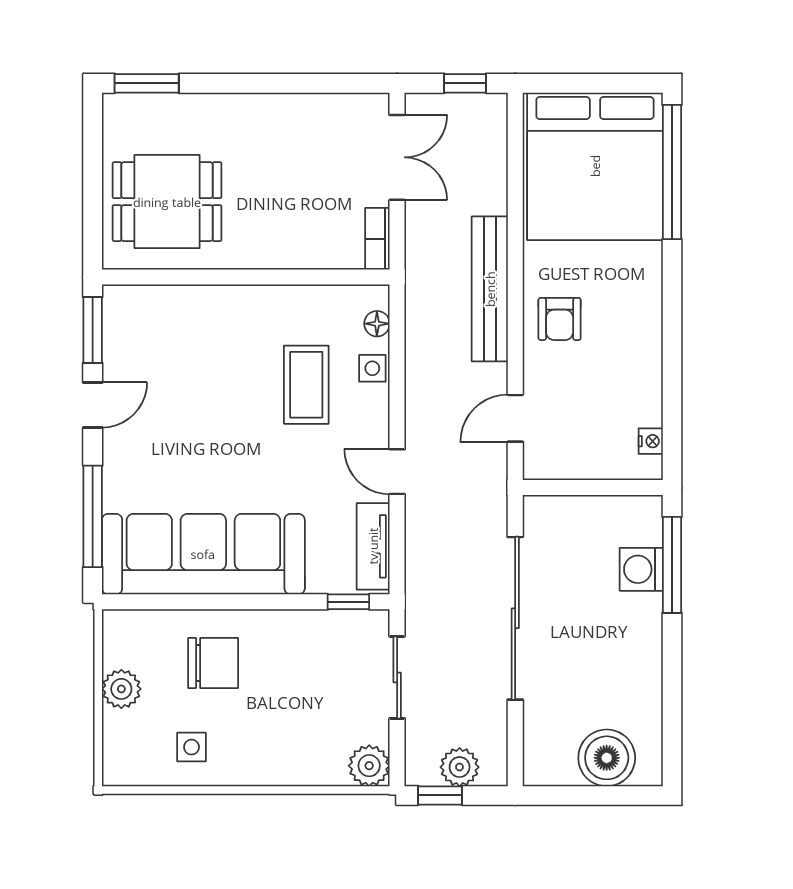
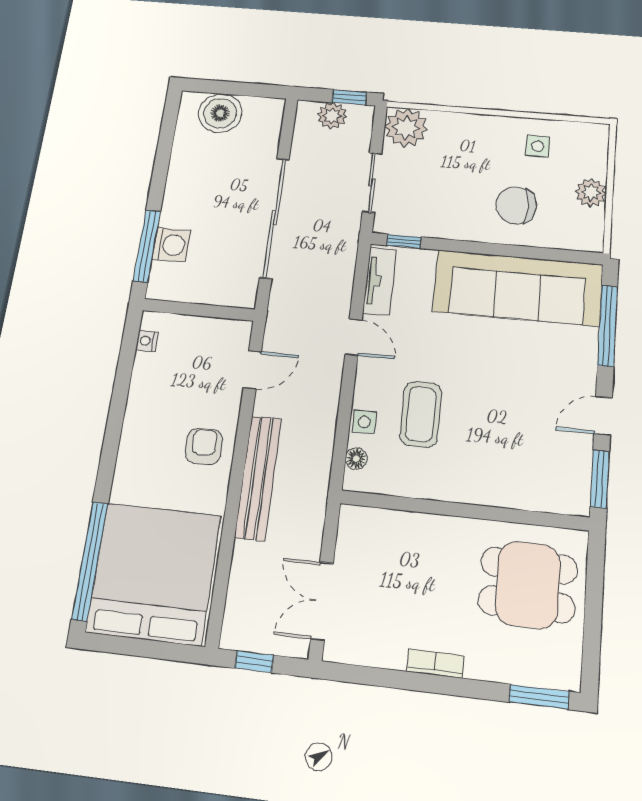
bookcase: (377, 239) -> (435, 664), moved, turned -90
plant: (369, 766) -> (406, 128), width x1.36, depth x1.36

